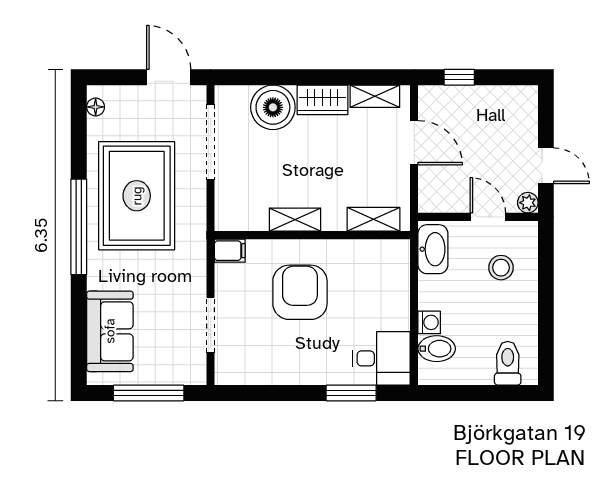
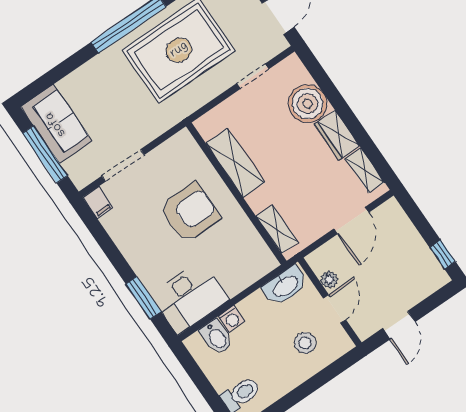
window: (459, 77) -> (443, 254), moved
doorway: (211, 142) -> (253, 76), width x0.53
plant: (528, 203) -> (329, 280), moved
shelving: (295, 220) -> (235, 163), width x1.50, depth x1.33
filing cabinet: (230, 251) -> (98, 203), moved
sofa: (110, 331) -> (56, 124), moved, turned -90
desk: (381, 358) -> (190, 297), width x1.37

